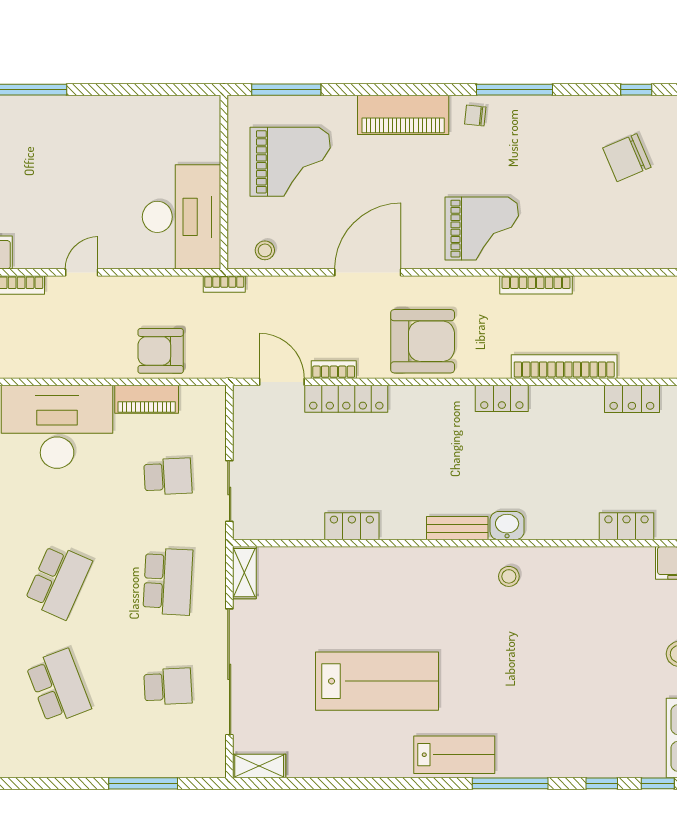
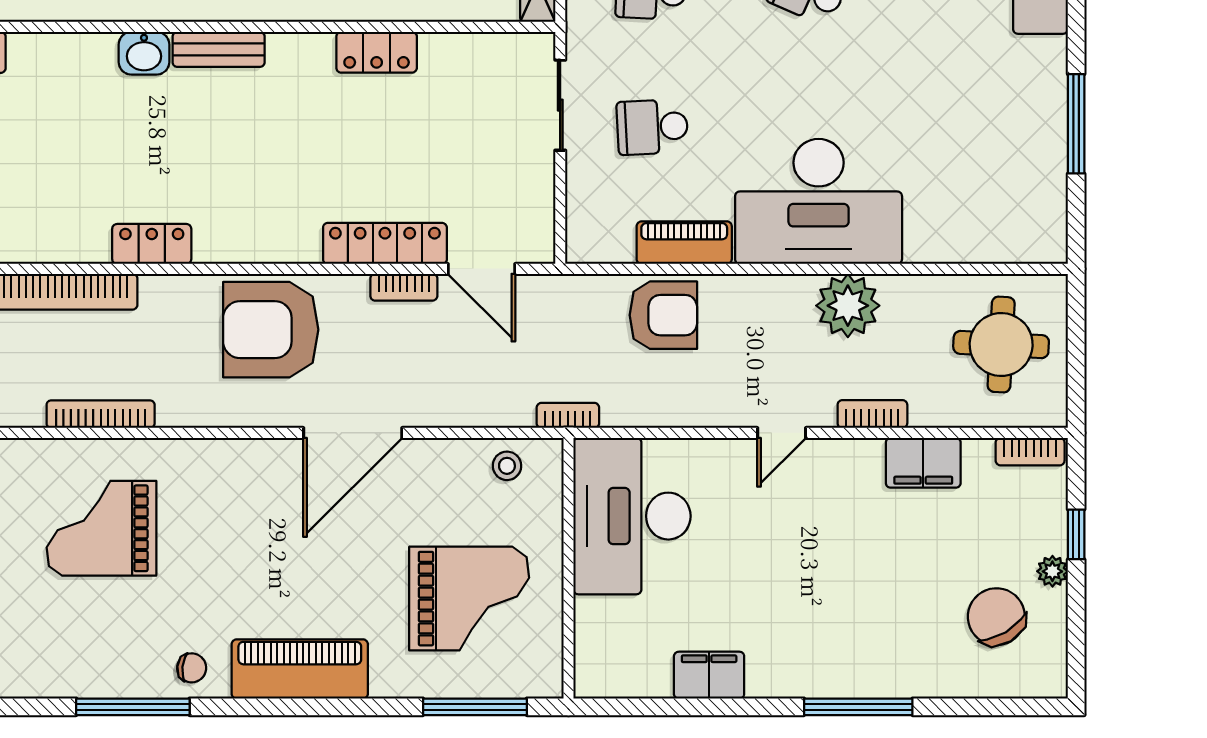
filing cabinet: (130, 111) -> (709, 675), added
grand piano: (290, 162) -> (469, 599), turned 180
grand piano: (482, 229) -> (101, 528), moved
plant: (37, 357) -> (848, 306), added

